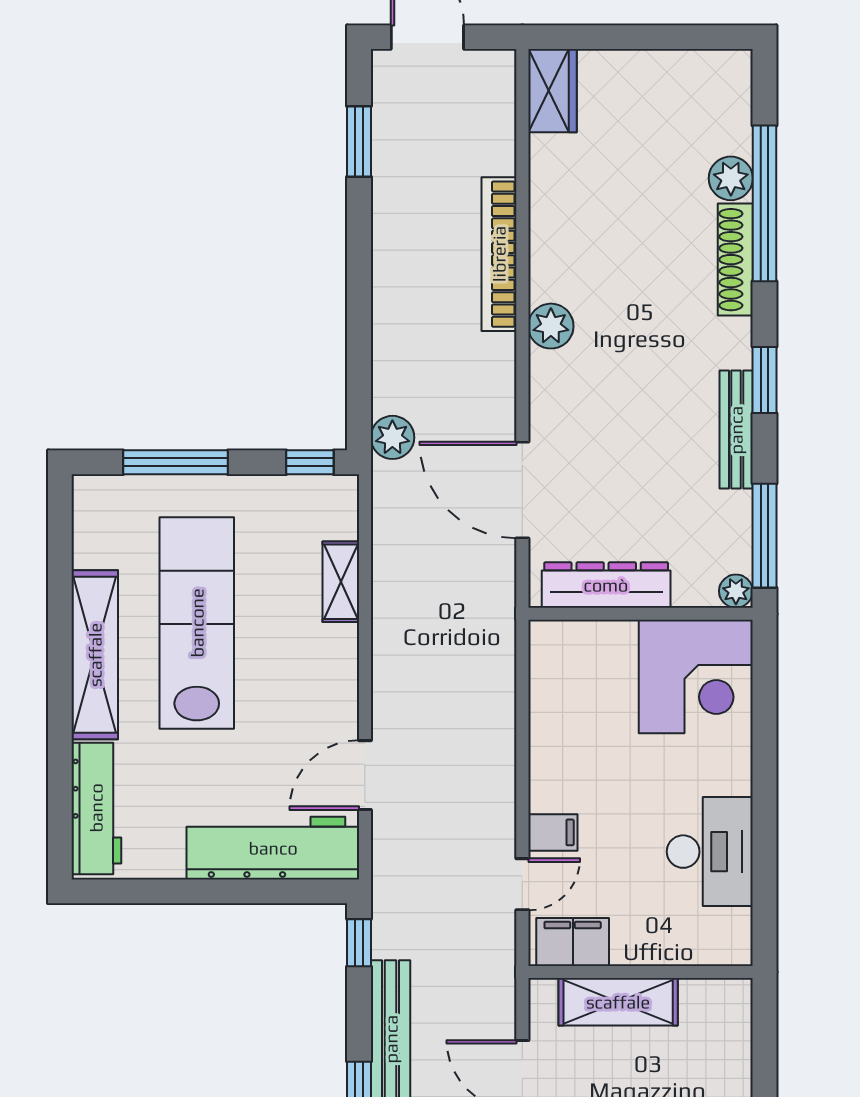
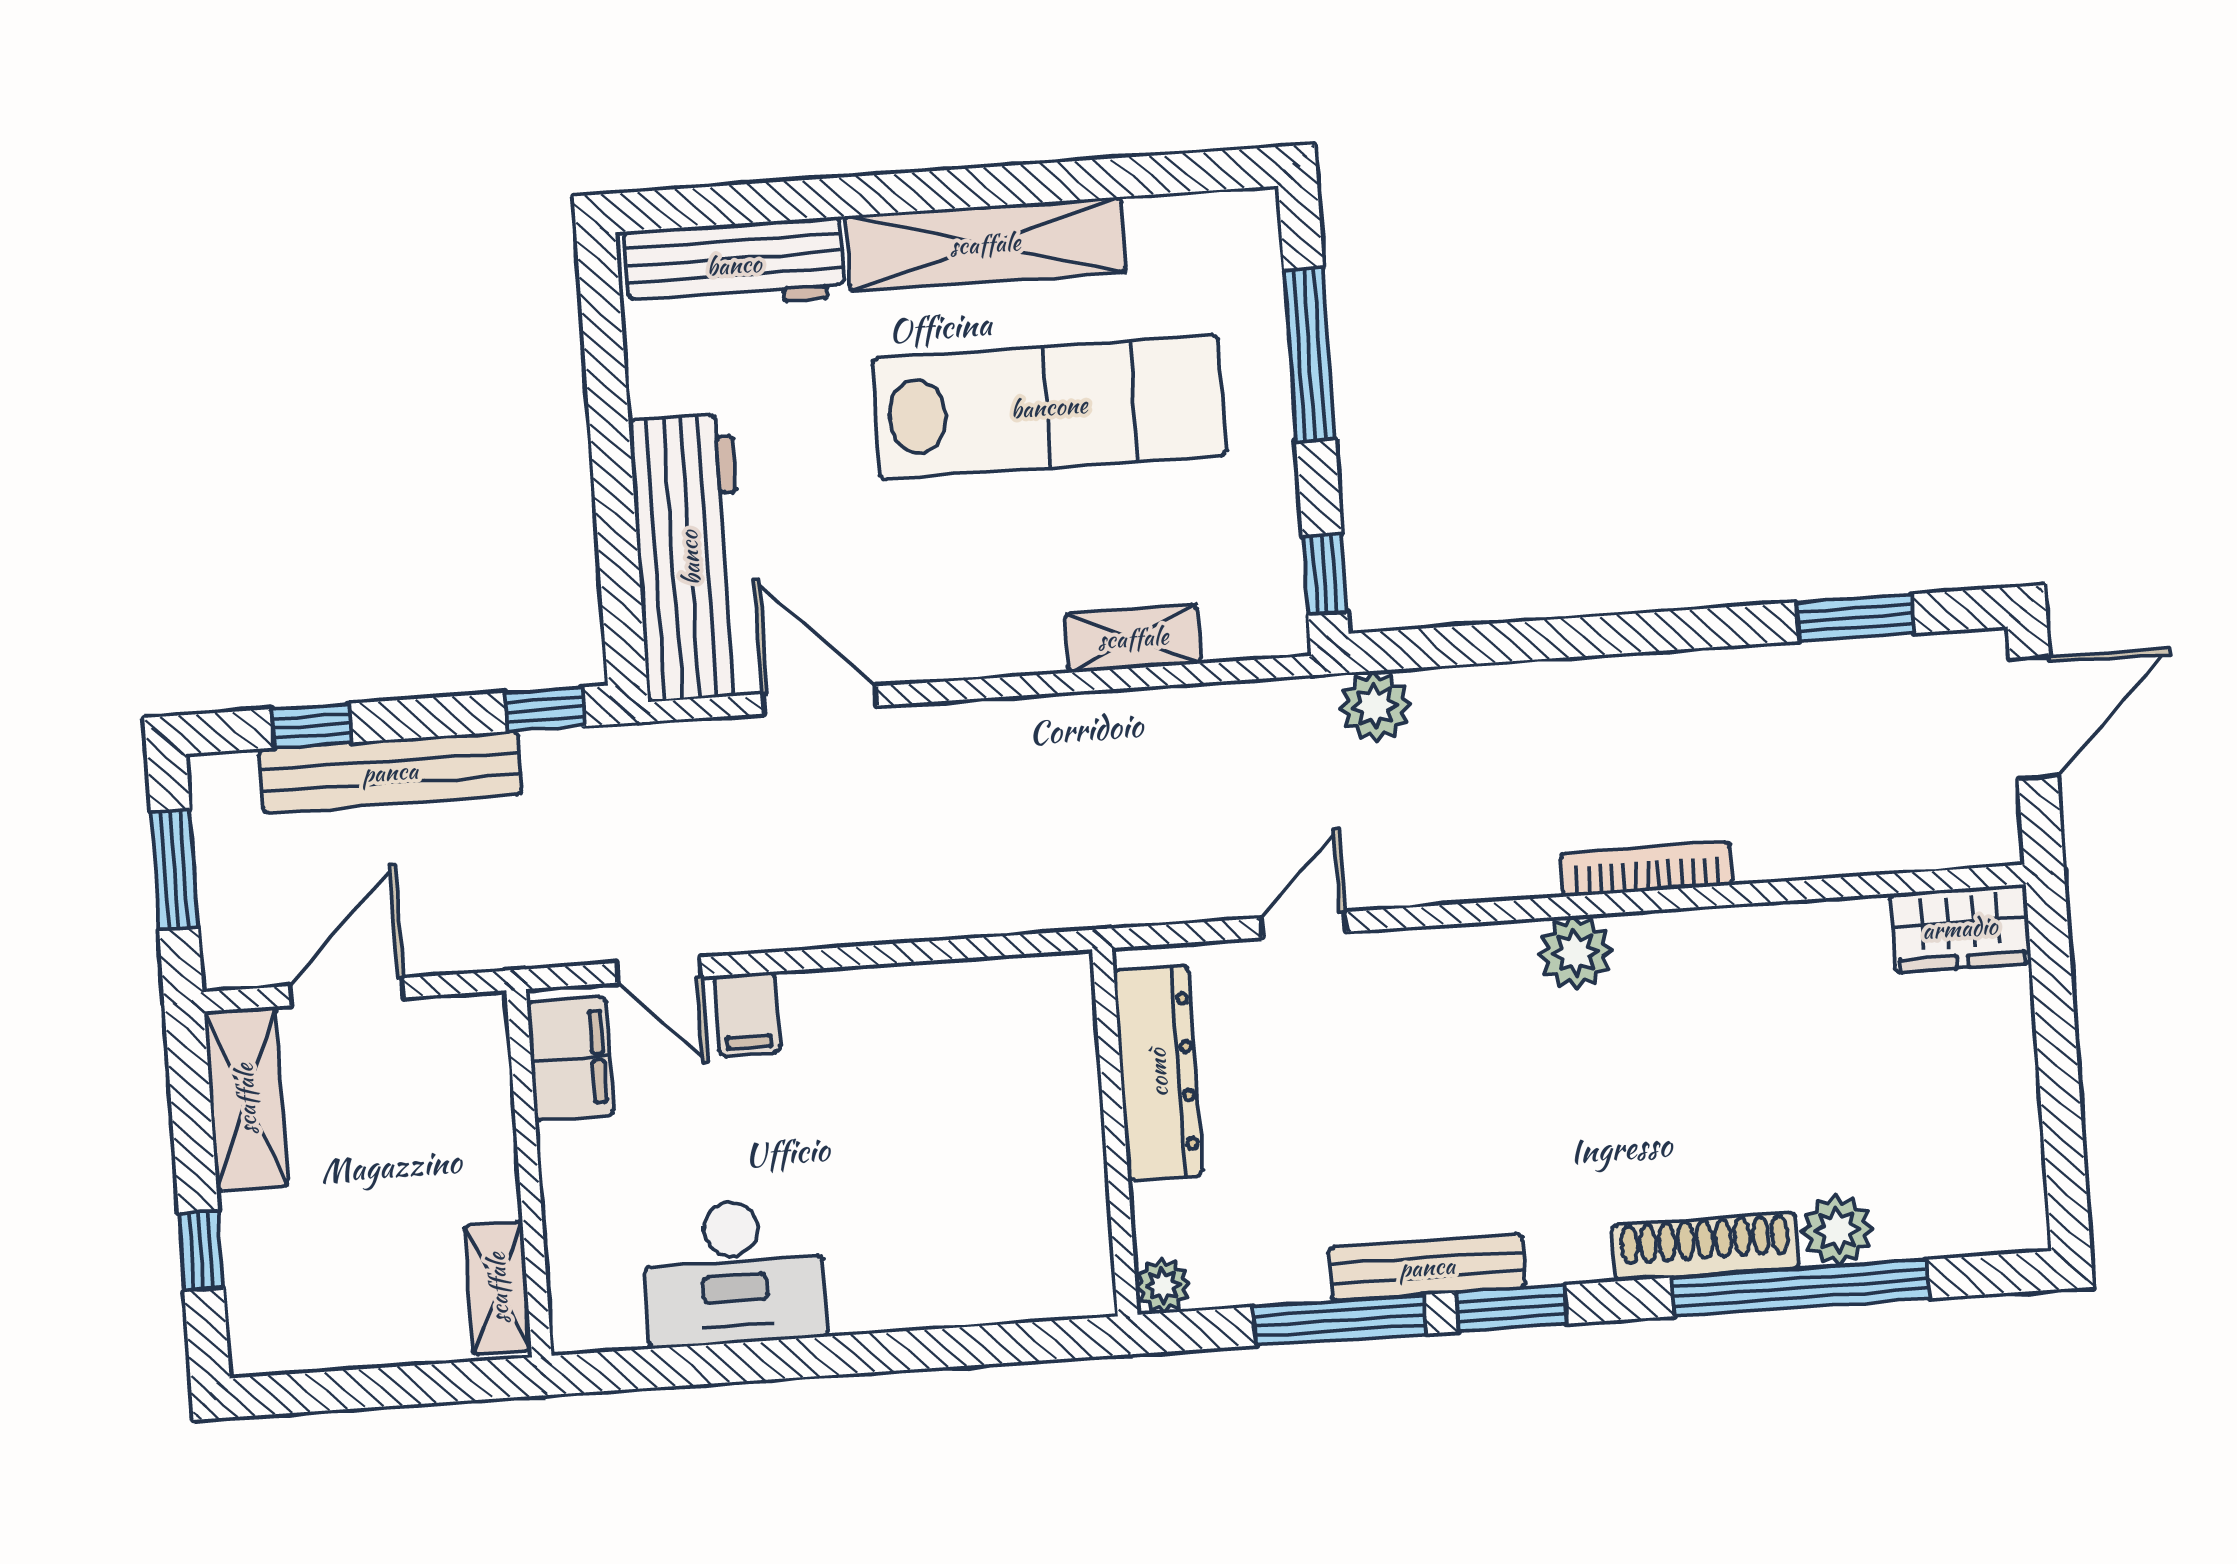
bookcase: (499, 254) -> (1647, 869), width x0.68, depth x0.76
door: (522, 490) -> (1304, 925), width x0.53
window: (764, 536) -> (1340, 1320), moved
corner desk: (696, 677) -> (1019, 1230), removed
shelving: (618, 1002) -> (498, 1288), moved, width x0.67, depth x0.75

